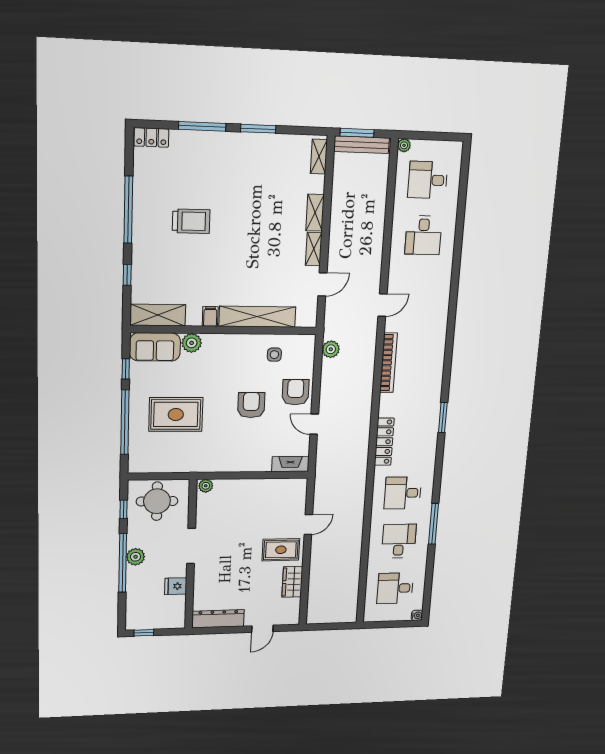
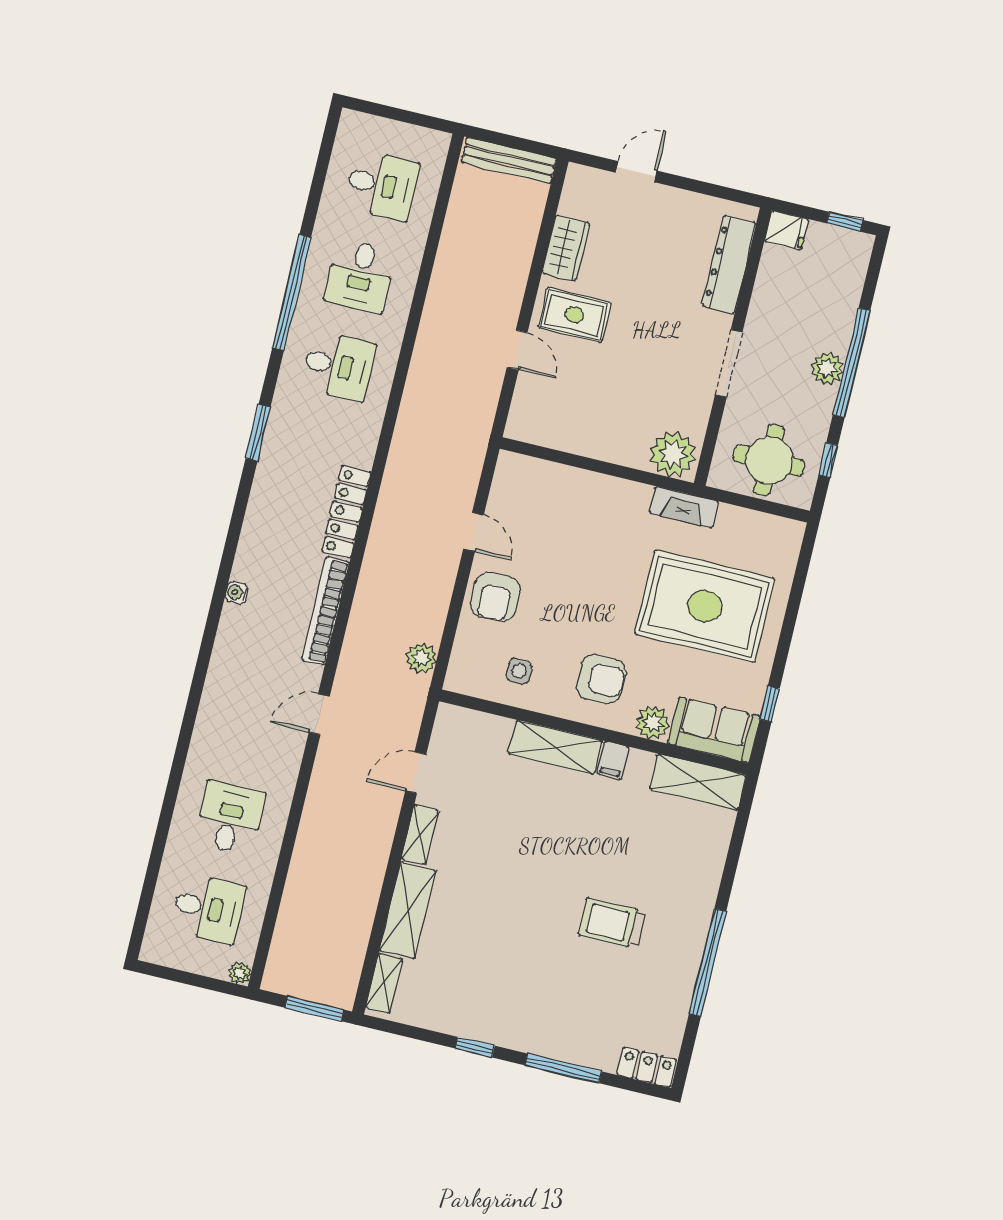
window: (258, 129) -> (475, 1047), width x0.67
bench: (362, 145) -> (509, 161), moved
shelving: (315, 213) -> (408, 910), width x1.50, depth x1.33
window: (127, 275) -> (733, 859), removed
shelving: (257, 317) -> (555, 747), width x0.68
armchair: (251, 405) -> (601, 679), moved, turned -90
rug: (176, 414) -> (705, 606), width x1.37, depth x1.44
window: (443, 418) -> (258, 433), moved
window: (125, 422) -> (791, 613), removed
locker: (384, 442) -> (346, 512), moved
fireplace: (290, 464) -> (684, 507), moved
plant: (206, 486) -> (673, 454), width x1.88, depth x1.88
window: (433, 524) -> (292, 293), width x1.46
door: (308, 525) -> (517, 350), swing flipped
fridge: (176, 586) -> (786, 230), moved
water cooler: (417, 615) -> (237, 593), moved
dresser: (218, 619) -> (729, 264), moved, turned 90

